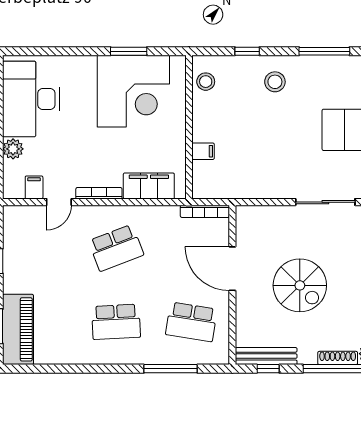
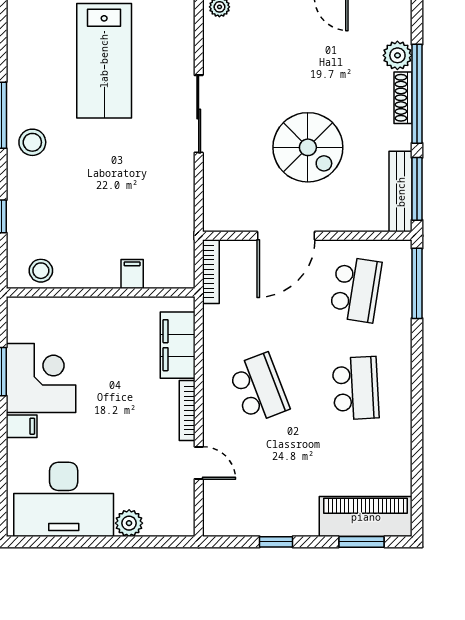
stool: (275, 82) -> (32, 142), moved
corner desk: (133, 91) -> (41, 378), width x0.74, depth x0.74
filing cabinet: (34, 187) -> (22, 426), moved, turned 180
spiral stairs: (300, 285) -> (308, 147), turned 90
window: (171, 369) -> (417, 283), moved
window: (268, 369) -> (417, 189), width x2.17

